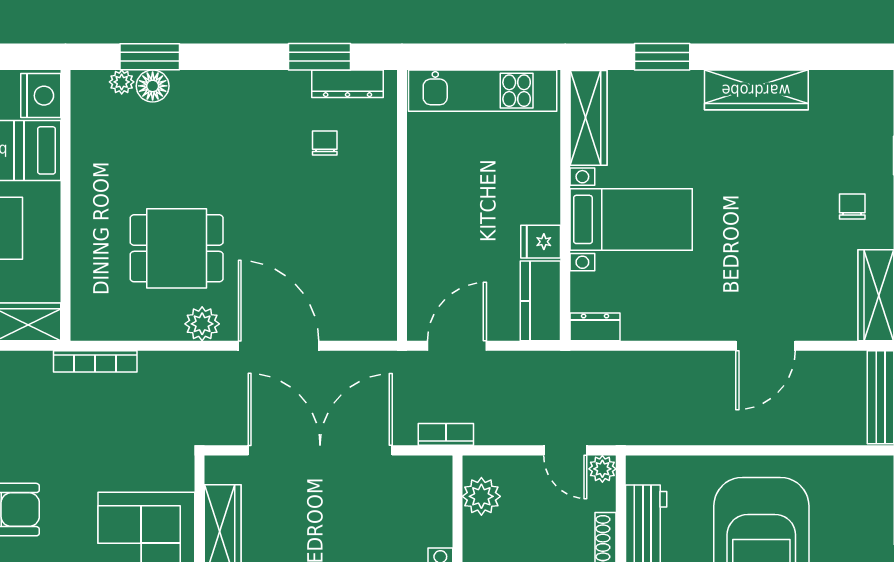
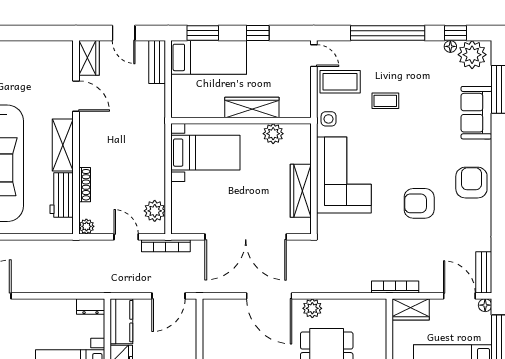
bookcase: (95, 361) -> (395, 287), moved
bookcase: (446, 434) -> (166, 246), width x1.56
door: (565, 450) -> (126, 237), moved

